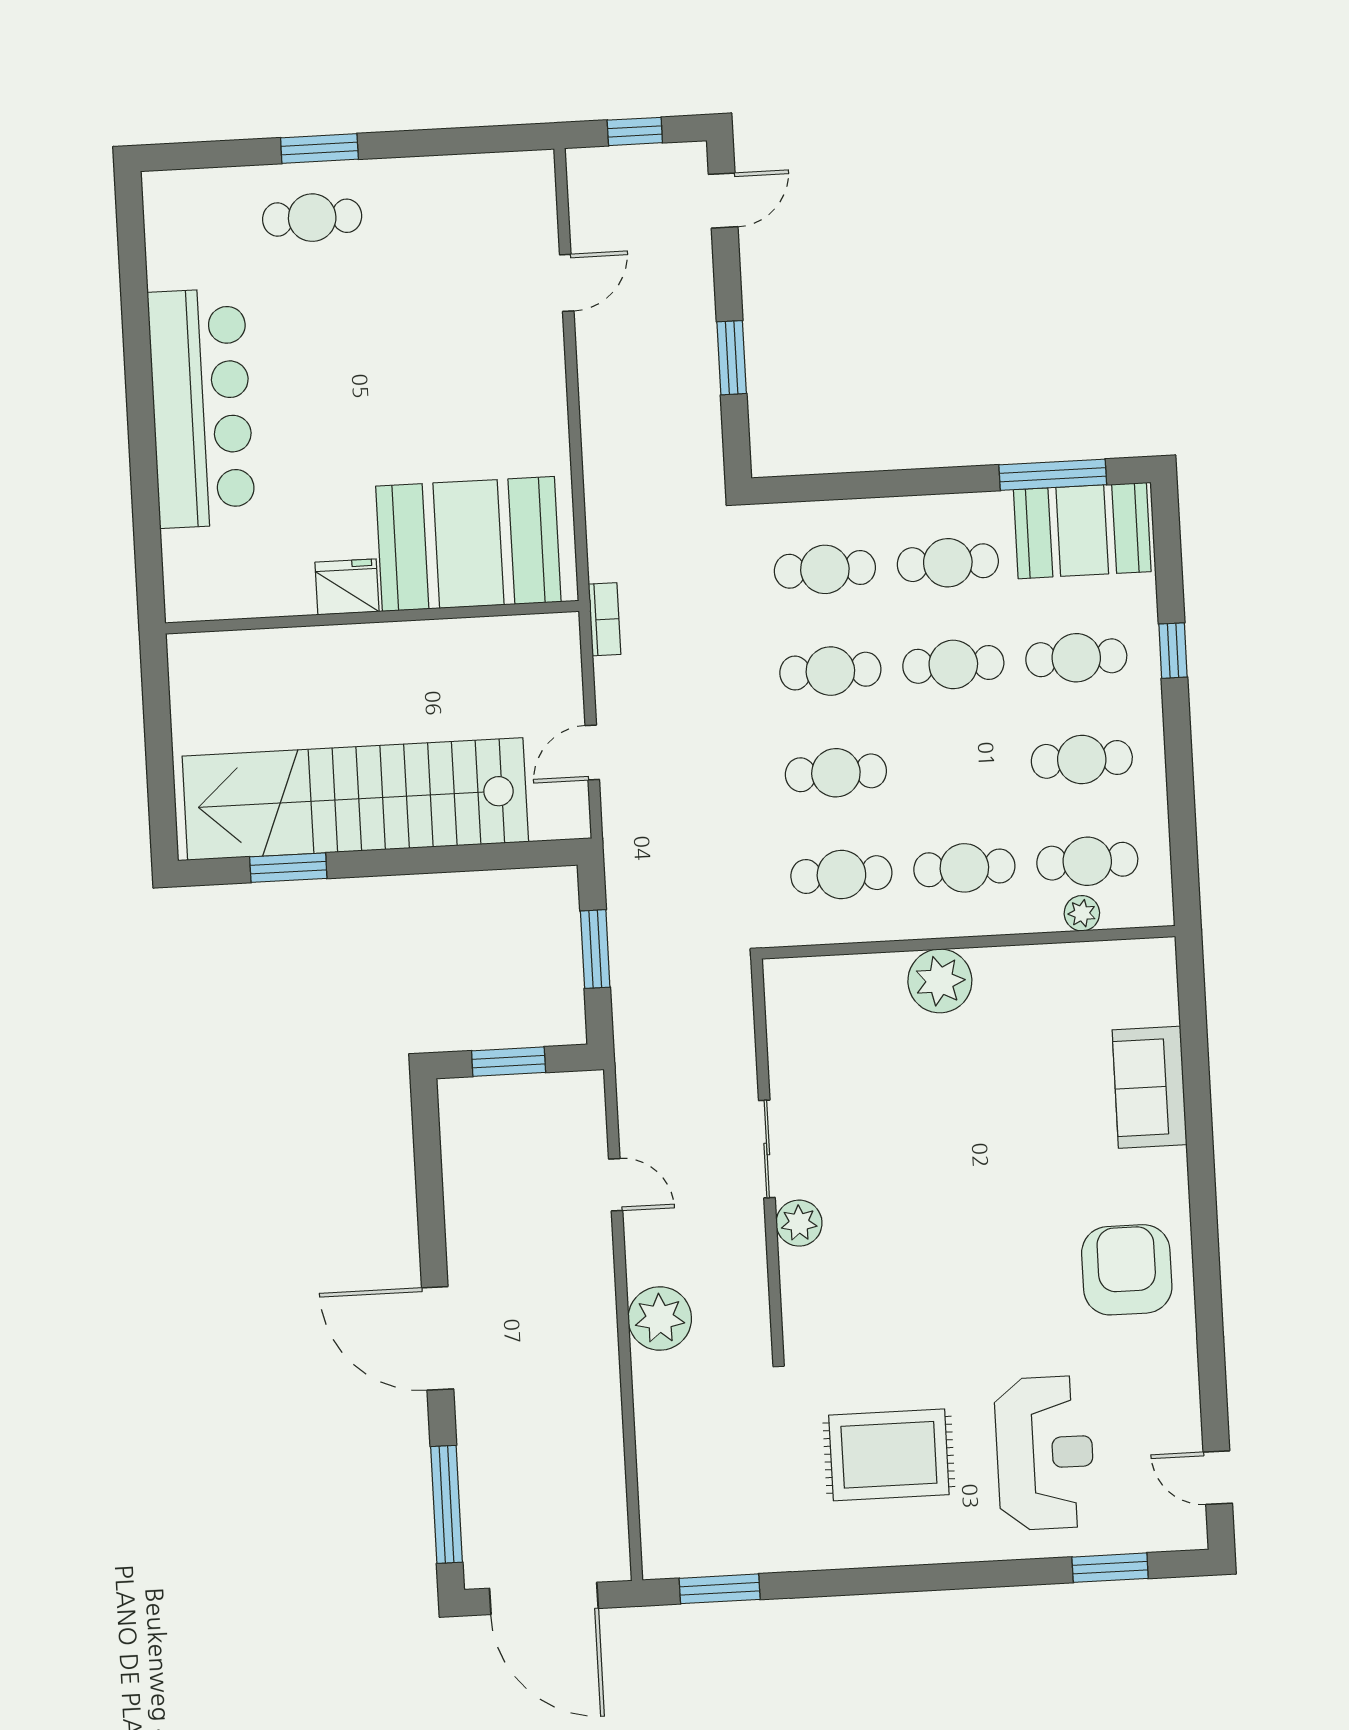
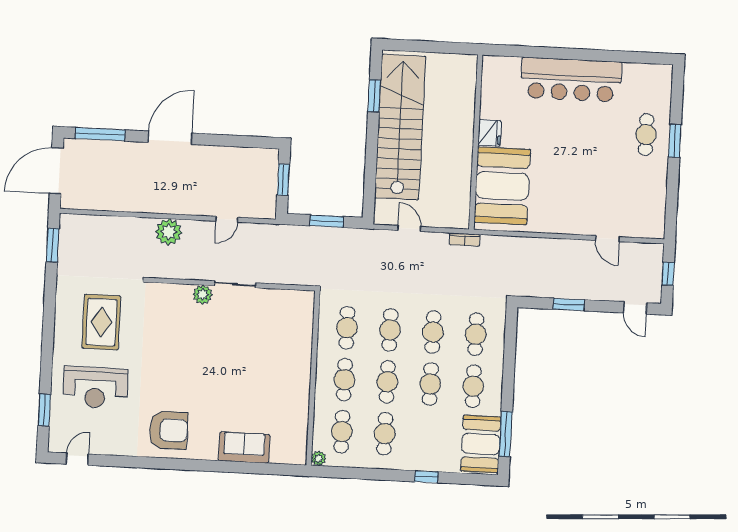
cafe table: (1076, 658) -> (387, 382), moved
plant: (1082, 913) -> (319, 458), moved
plant: (940, 981) -> (298, 364), removed

